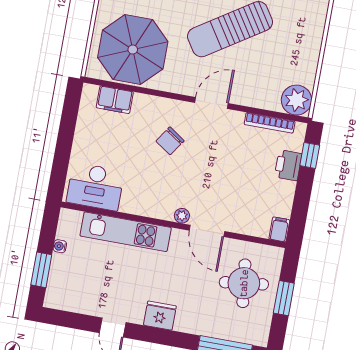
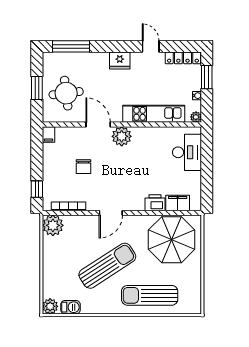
chair: (170, 141) -> (84, 167), moved, turned 146
printer: (288, 165) -> (155, 203), moved, turned -90
desk: (95, 187) -> (187, 152), moved, turned 90
plant: (67, 216) -> (196, 117), added
plant: (182, 216) -> (122, 136), width x1.87, depth x1.87
locker: (70, 303) -> (183, 58), added

